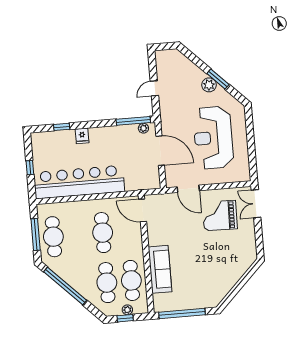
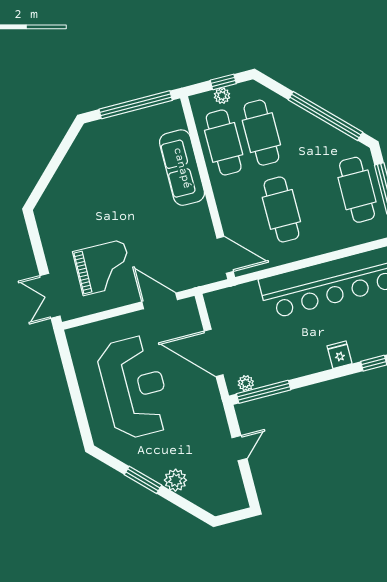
plant: (209, 85) -> (175, 480), moved
double door: (256, 204) -> (50, 296), swing flipped

